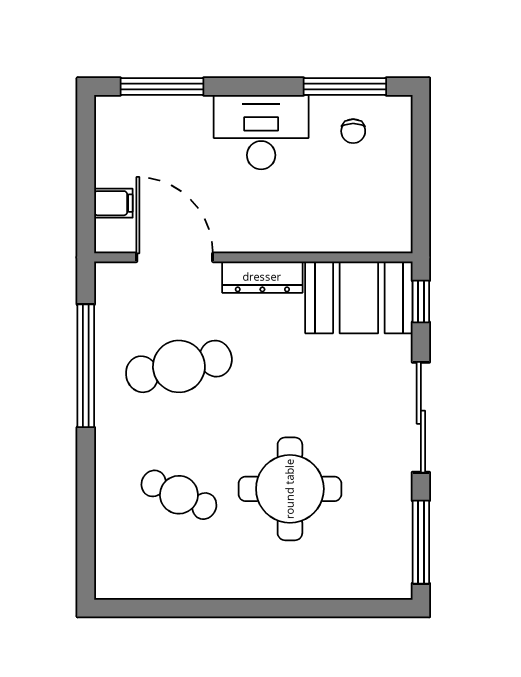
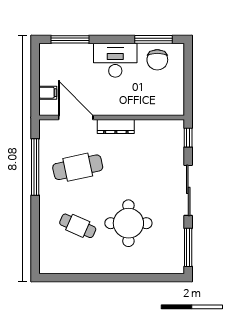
chair: (353, 131) -> (157, 60), width x1.87, depth x1.87
booth: (359, 297) -> (160, 136), removed

